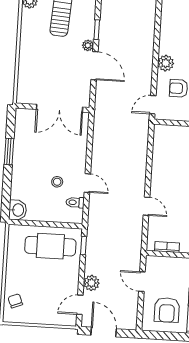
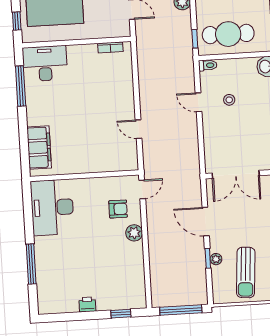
plant: (88, 45) -> (216, 259), moved
double door: (60, 108) -> (236, 174), swing flipped
toilet: (75, 202) -> (208, 65), moved
door: (146, 206) -> (139, 129), moved

